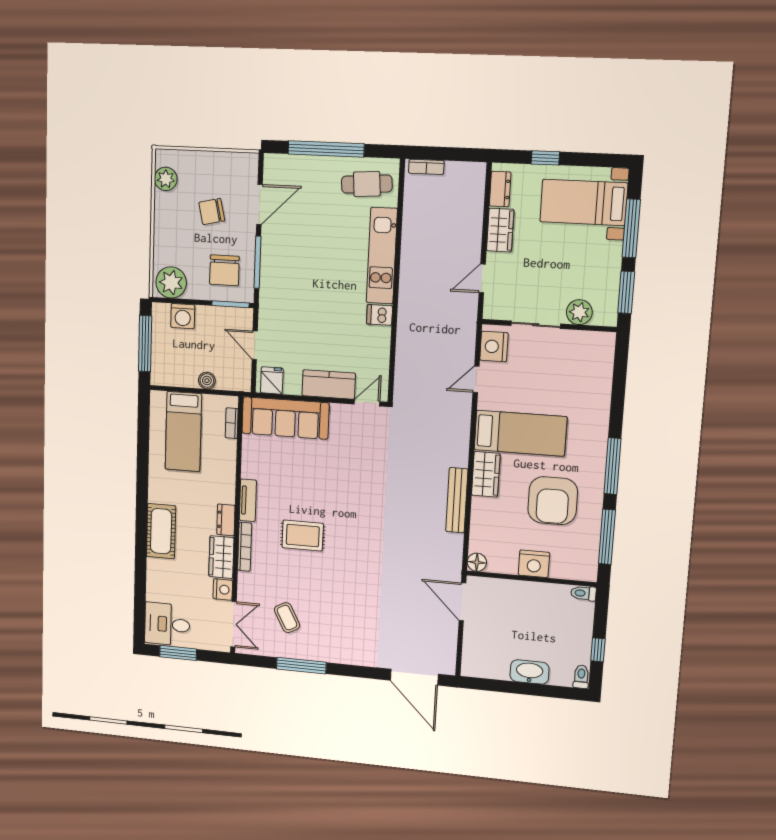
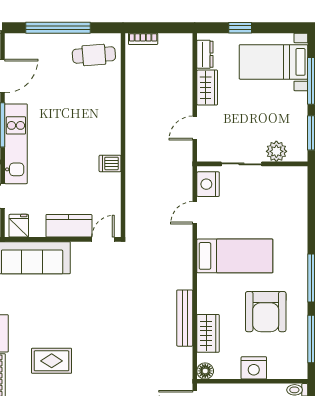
kitchen unit: (382, 256) -> (16, 144), moved, turned 180
wardrobe: (486, 474) -> (208, 333), moved

